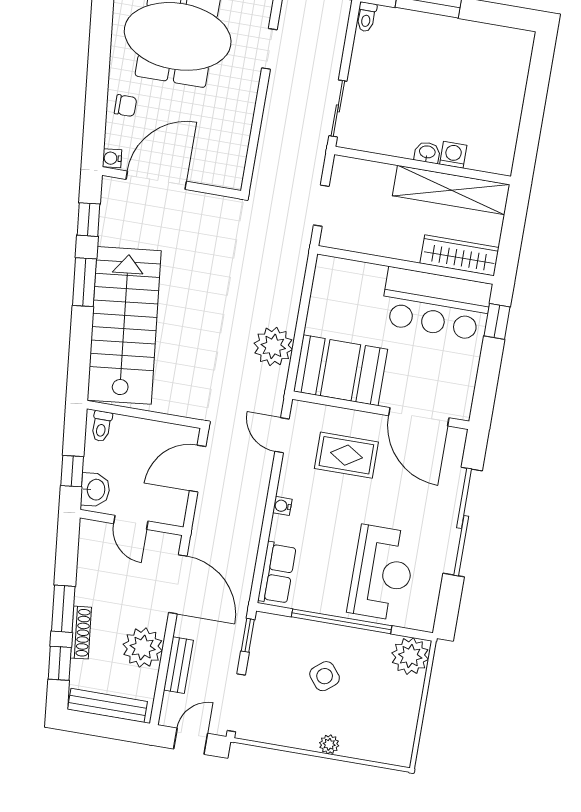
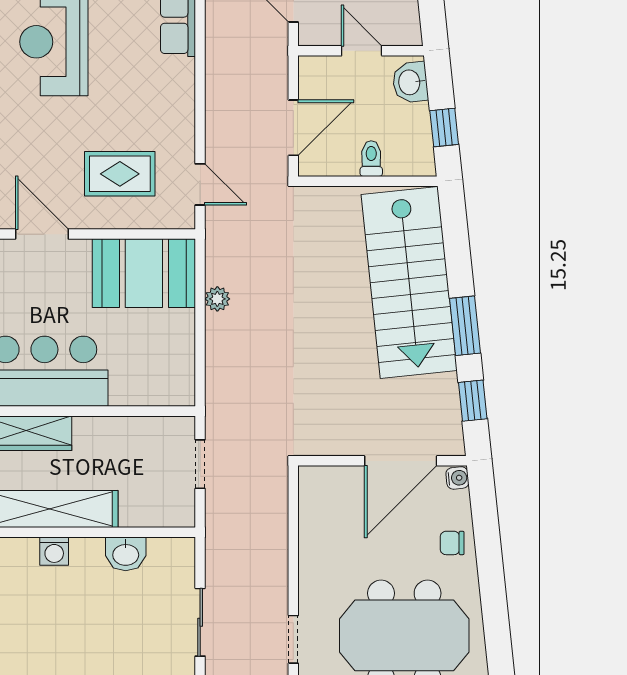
sliding door: (338, 108) -> (200, 622), moved
washbasin: (427, 152) -> (126, 554), moved, width x1.38, depth x1.45
plant: (273, 346) -> (217, 299), width x0.53, depth x0.53
door: (419, 417) -> (42, 234), width x0.73
toilet: (101, 426) -> (371, 159), moved
window: (72, 471) -> (444, 128), moved
water cooler: (282, 506) -> (185, 101), removed

